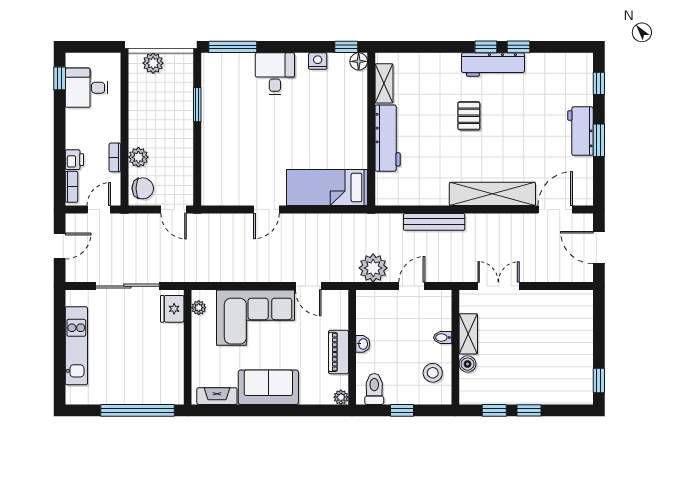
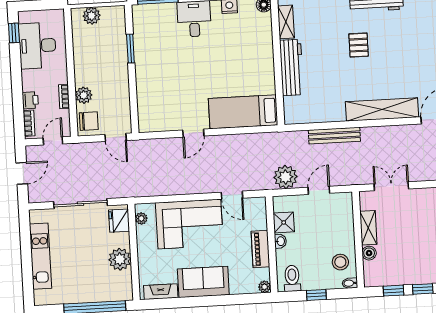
desk: (87, 88) -> (37, 46), width x1.37
shower: (368, 322) -> (284, 222), added
bidet: (443, 338) -> (350, 283), moved
plant: (170, 355) -> (120, 259), added

